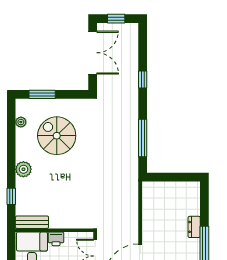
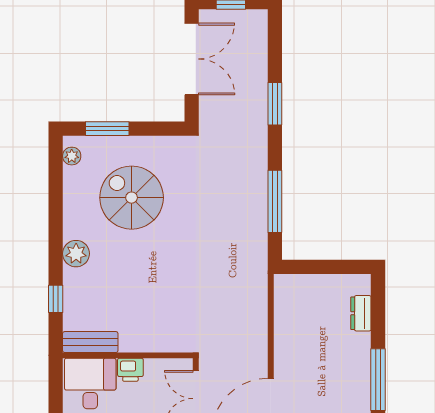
window: (143, 80) -> (275, 104), width x1.50
plant: (21, 122) -> (72, 156), moved
dresser: (194, 227) -> (361, 313), moved

